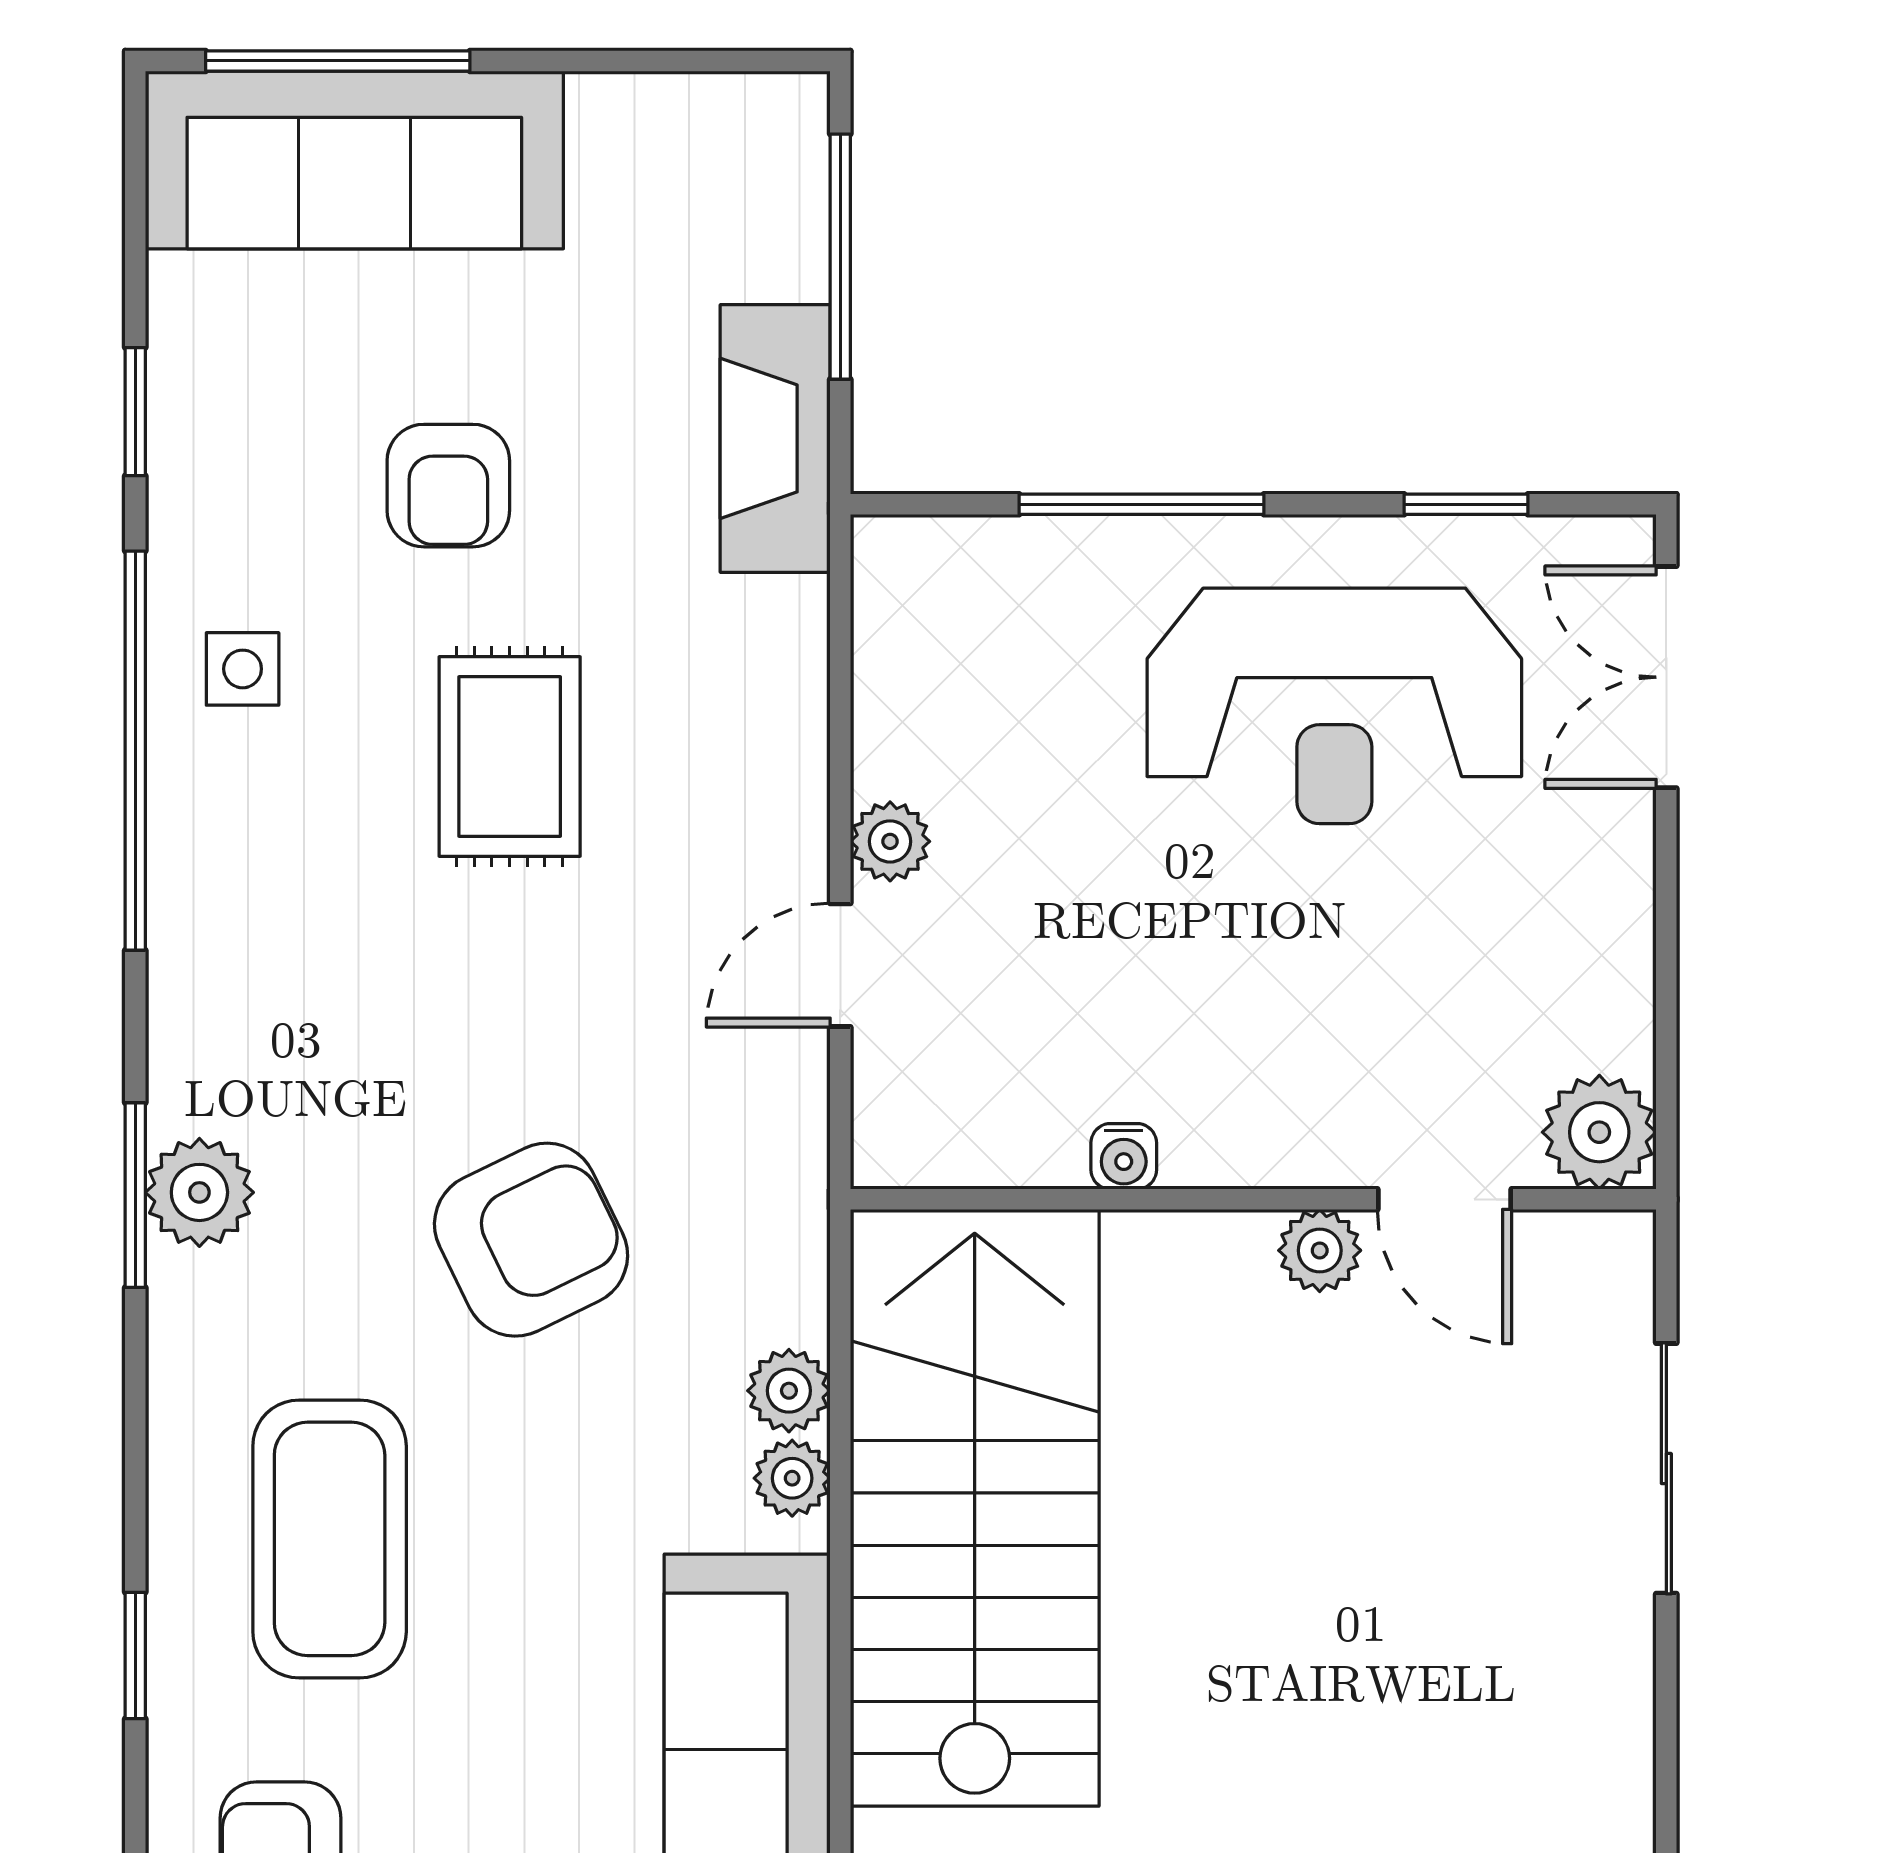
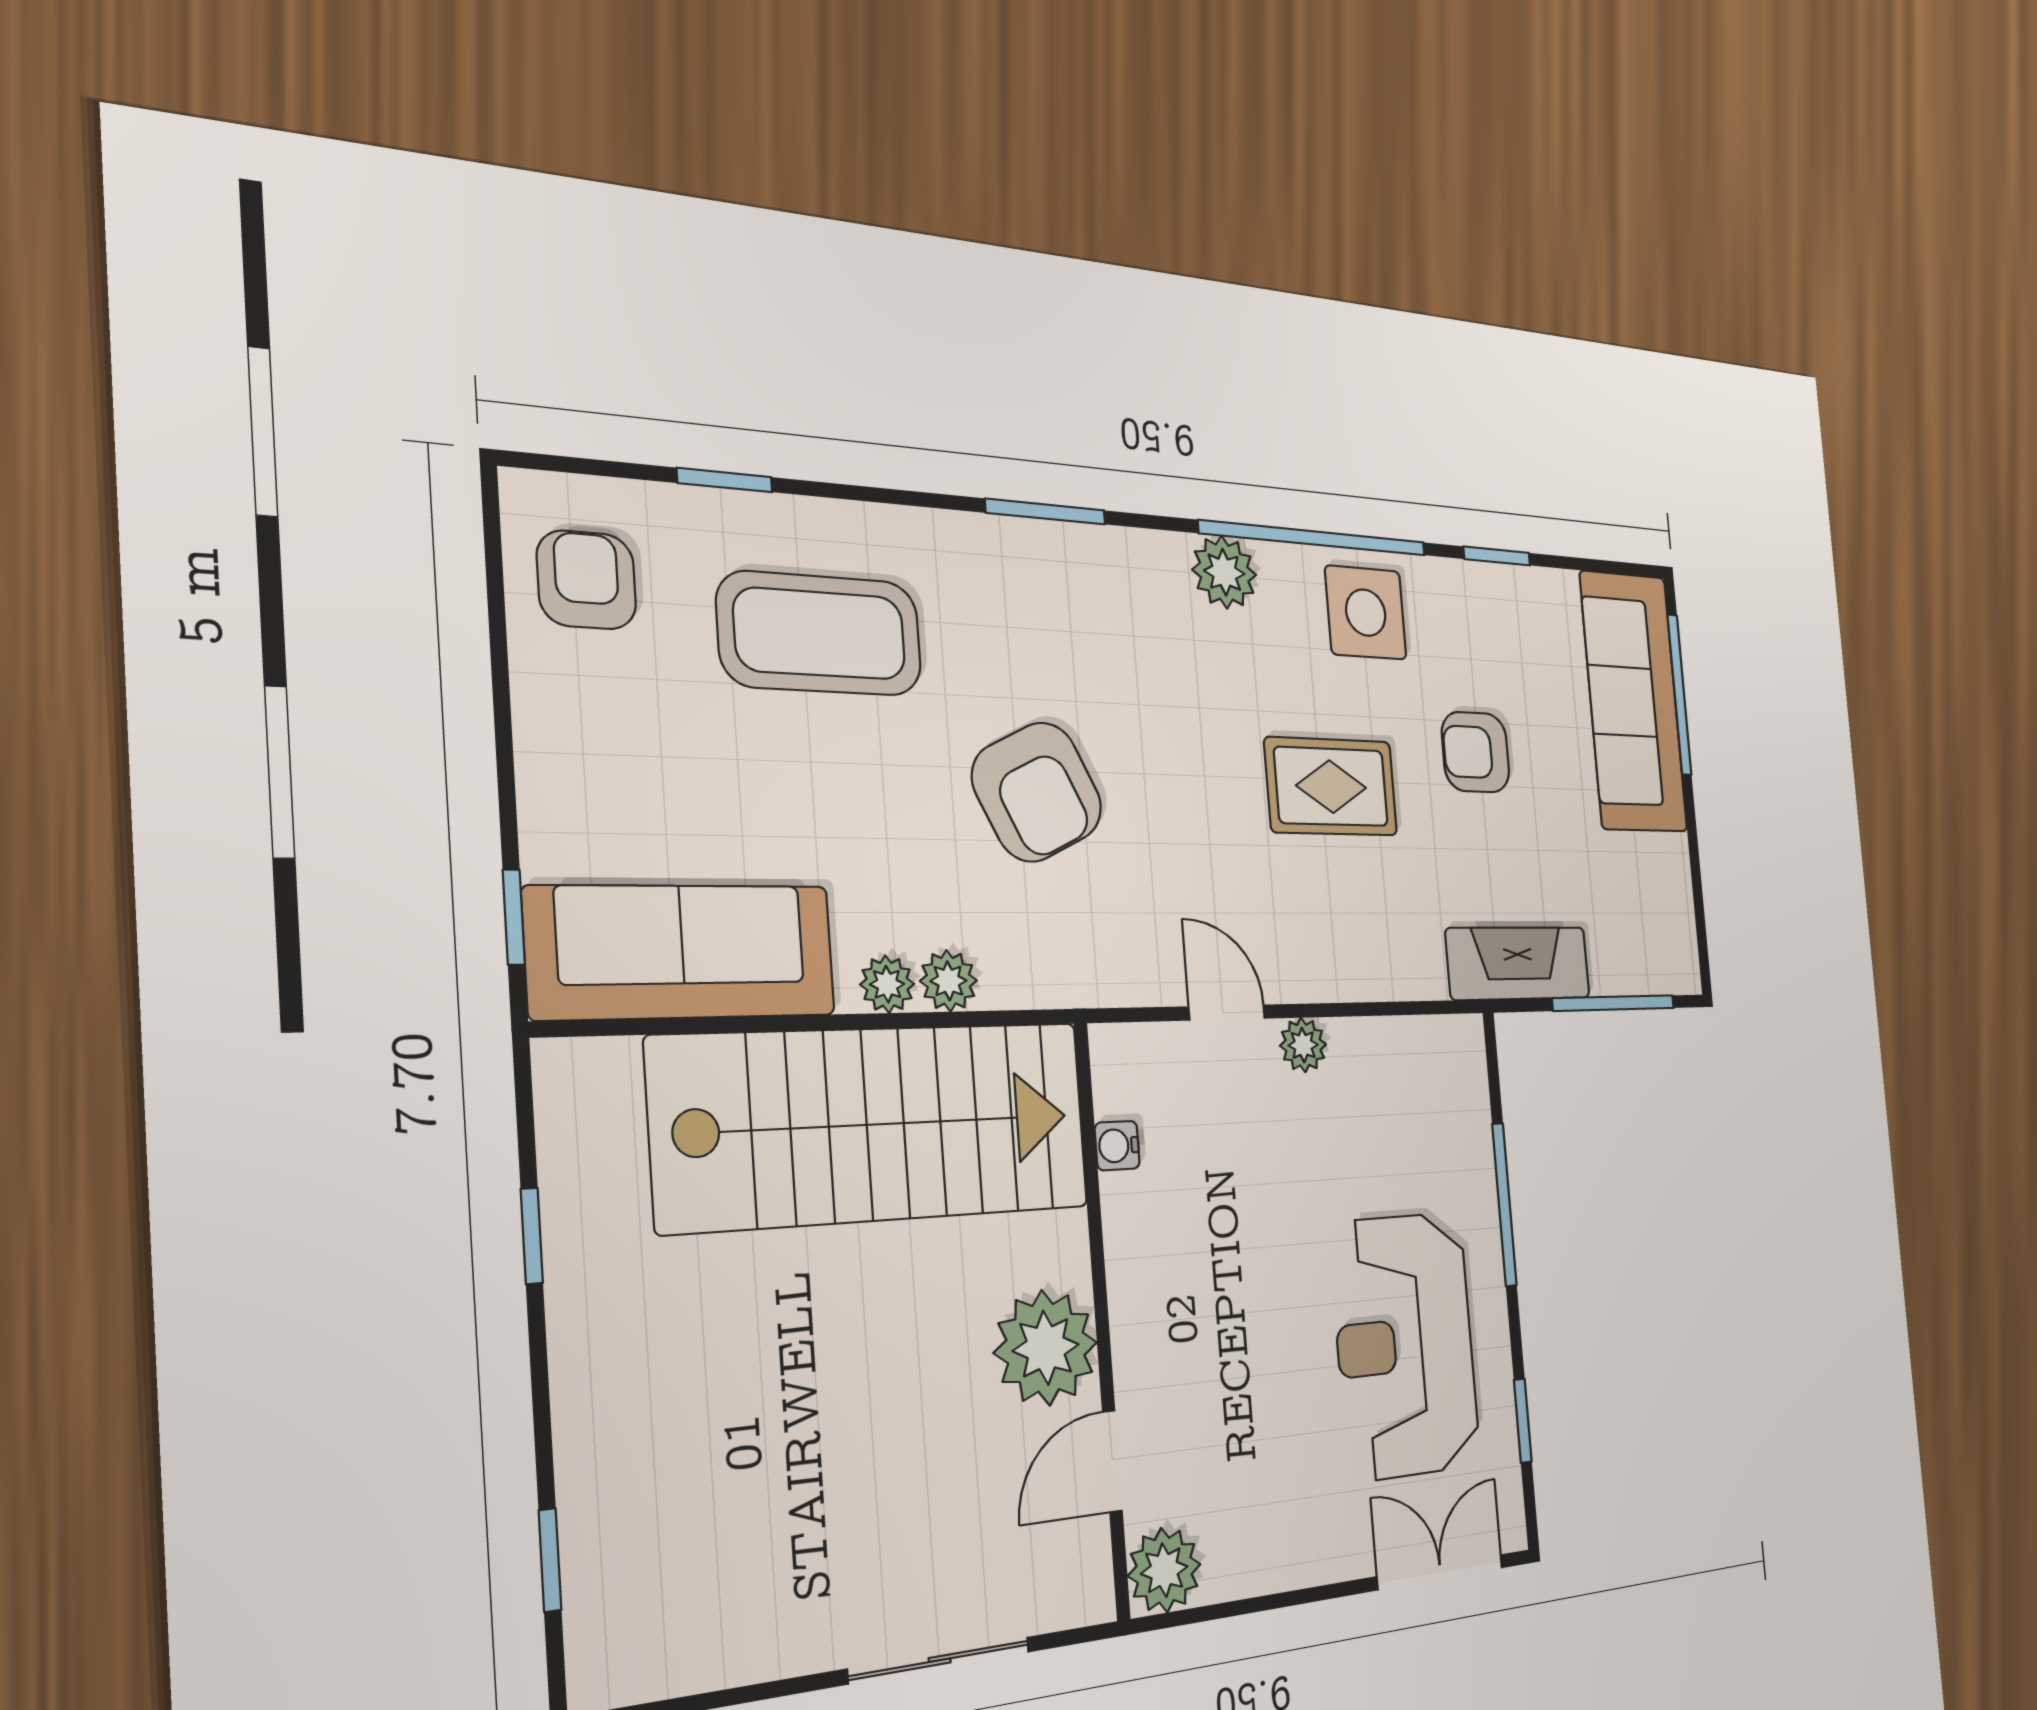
side table: (243, 669) -> (1366, 613), width x1.87, depth x1.87
water cooler: (1124, 1156) -> (1117, 1146), moved
plant: (199, 1192) -> (1224, 572), moved
plant: (1320, 1250) -> (1046, 1348), width x1.88, depth x1.88

